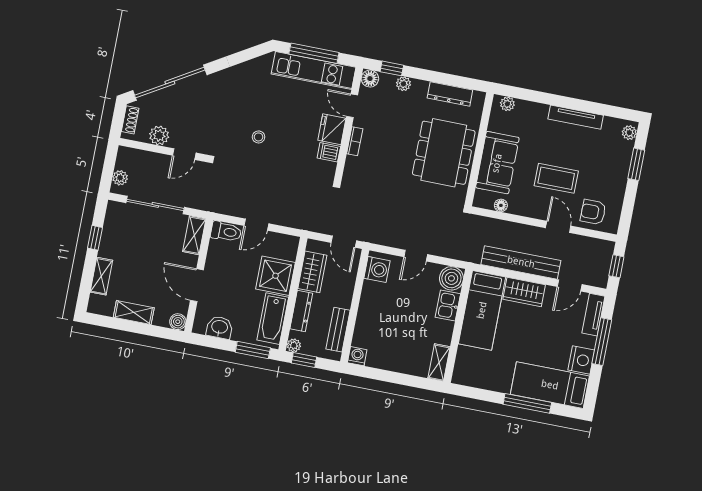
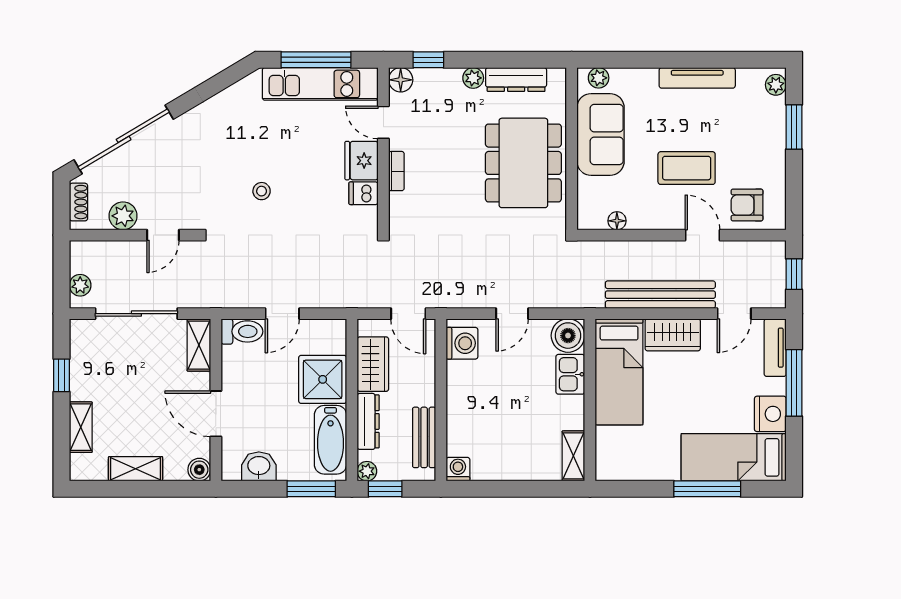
plant: (403, 84) -> (473, 78), moved
sofa: (497, 163) -> (601, 134), moved

